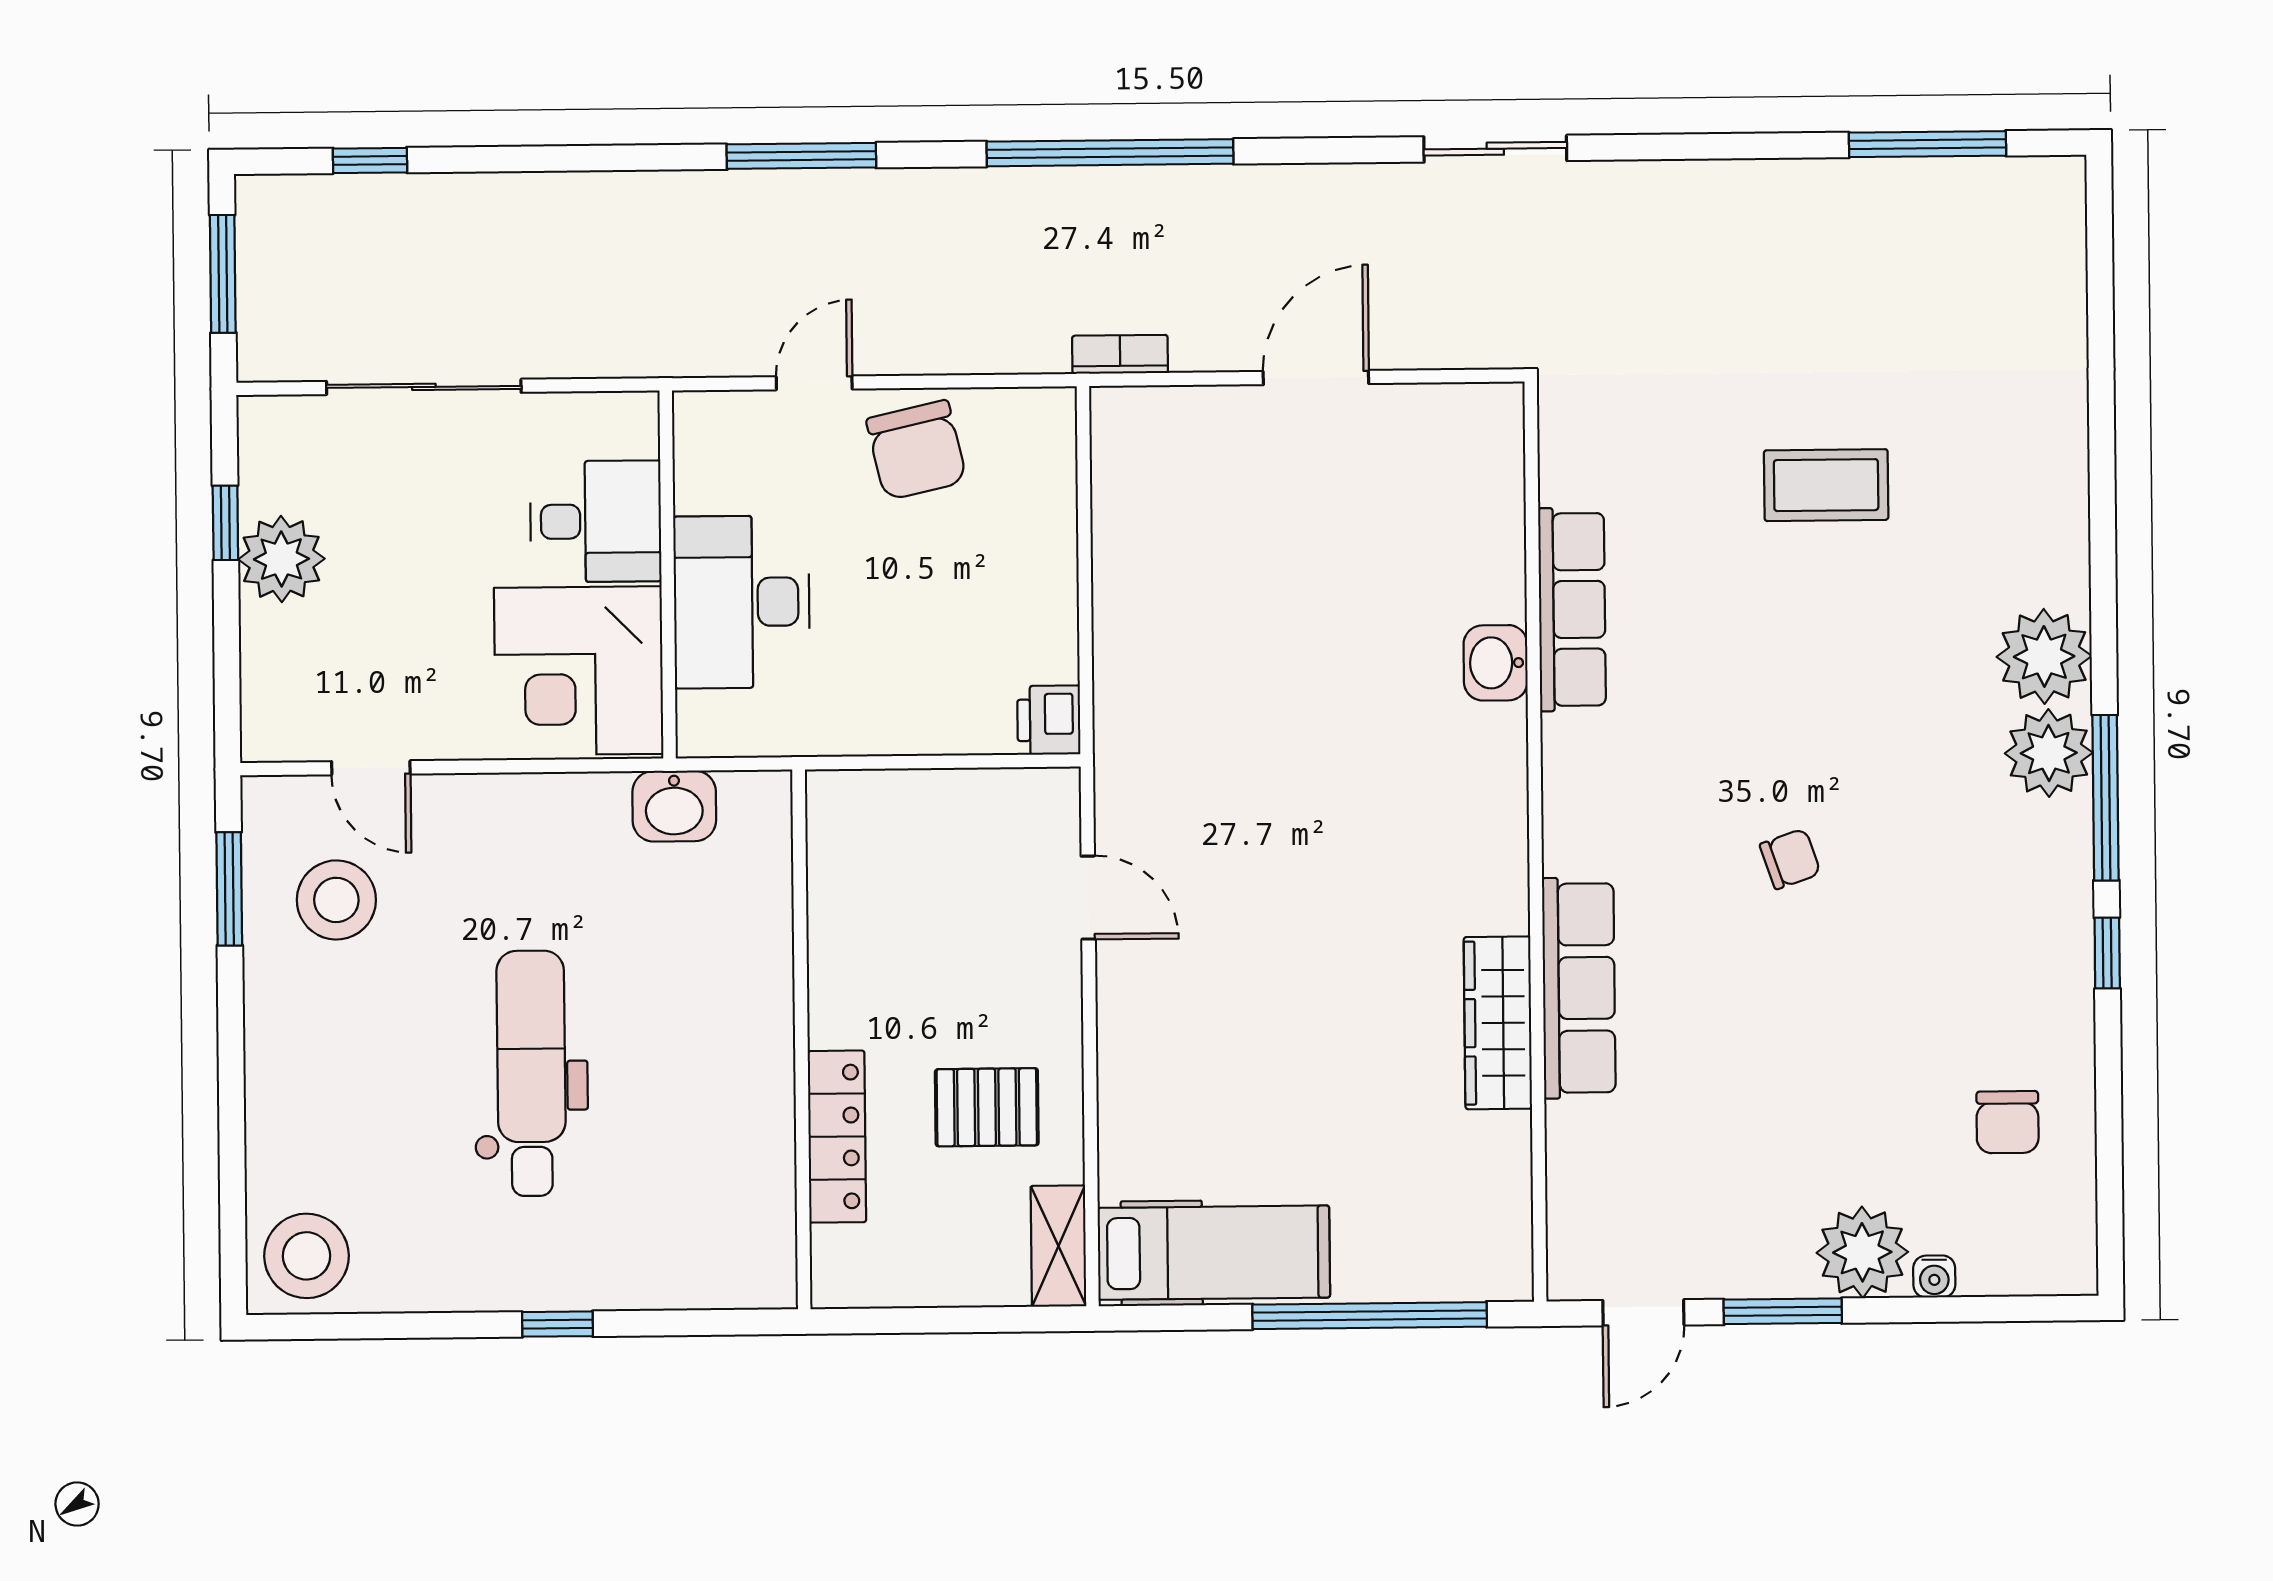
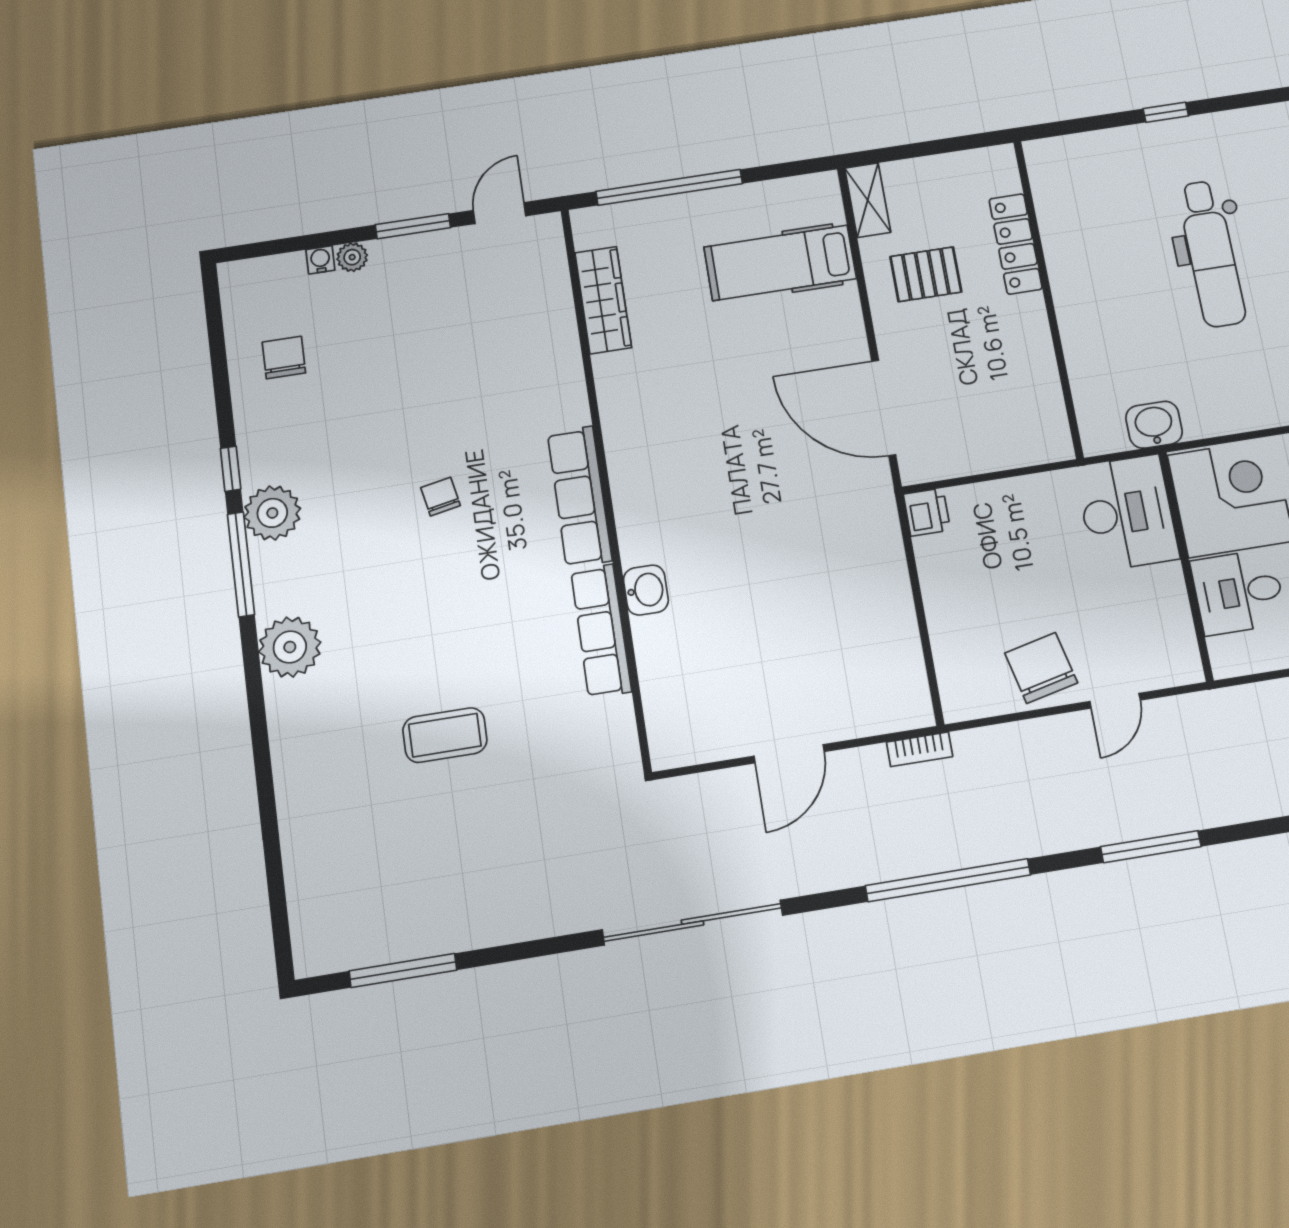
sliding door: (1495, 149) -> (692, 923), width x1.86
desk: (742, 602) -> (1127, 513), moved
plant: (2049, 753) -> (272, 513), moved
chair: (1790, 859) -> (440, 497), turned 98
door: (1088, 898) -> (884, 408), width x1.88
row of seats: (1579, 988) -> (580, 497), moved
wardrobe: (1498, 1023) -> (603, 300), moved
plant: (1862, 1252) -> (352, 257), width x0.53, depth x0.53
hospital bed: (1214, 1253) -> (780, 263), moved

